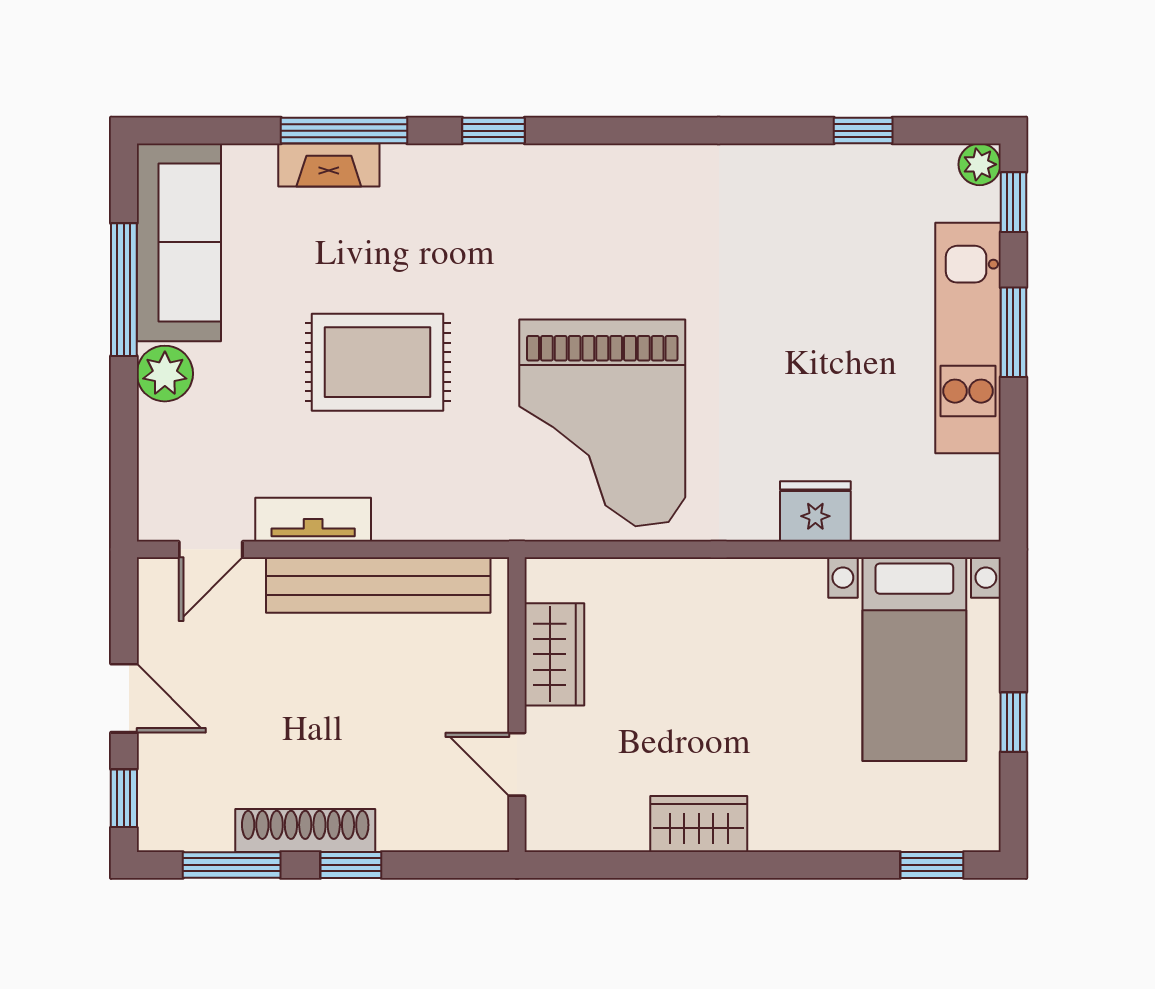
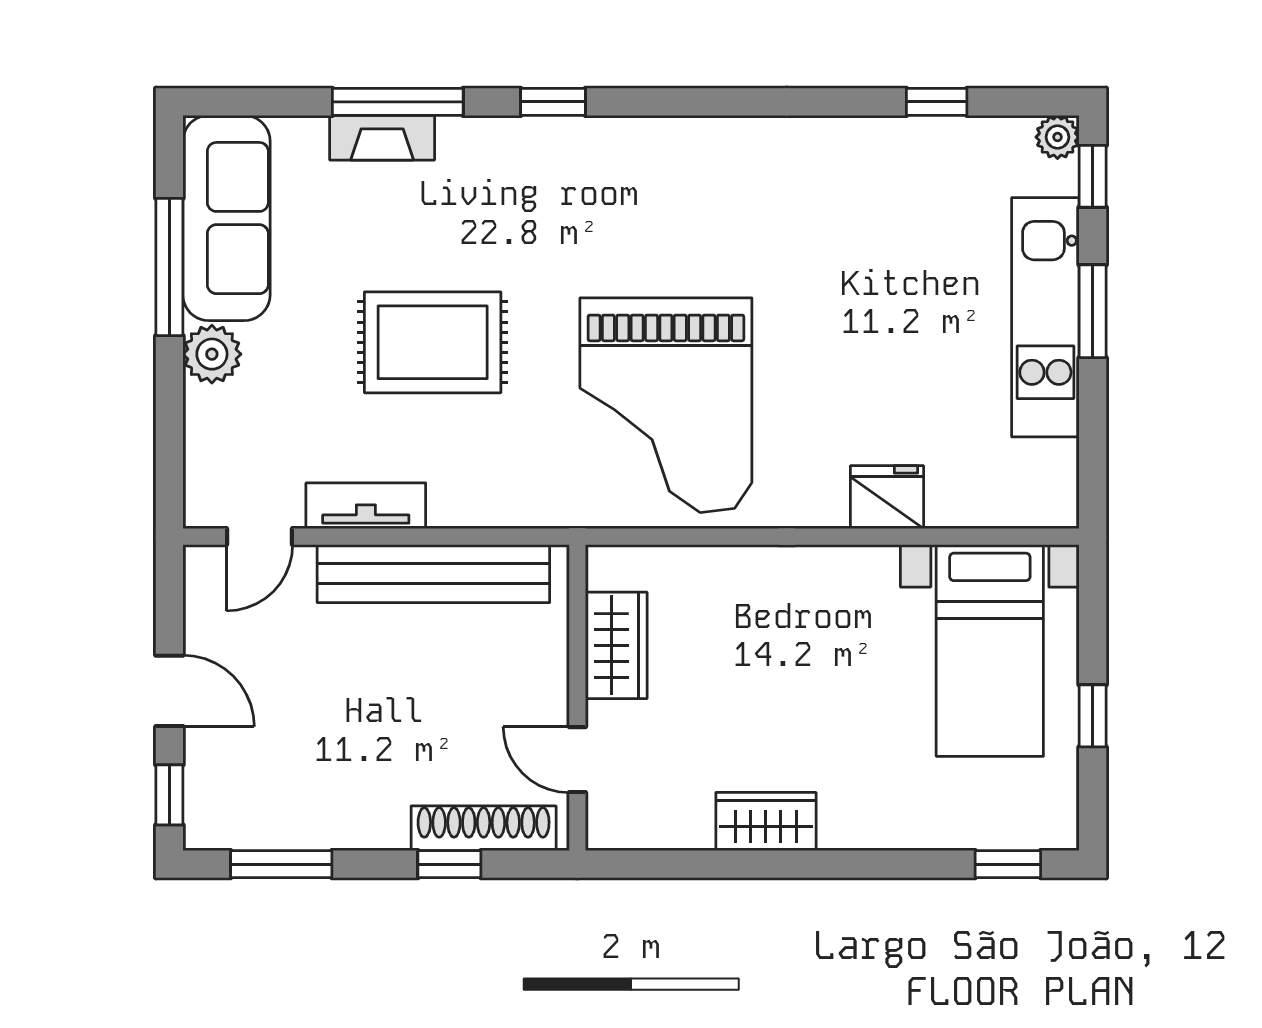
shoe rack: (305, 830) -> (484, 828), moved
window: (351, 865) -> (449, 864), moved

